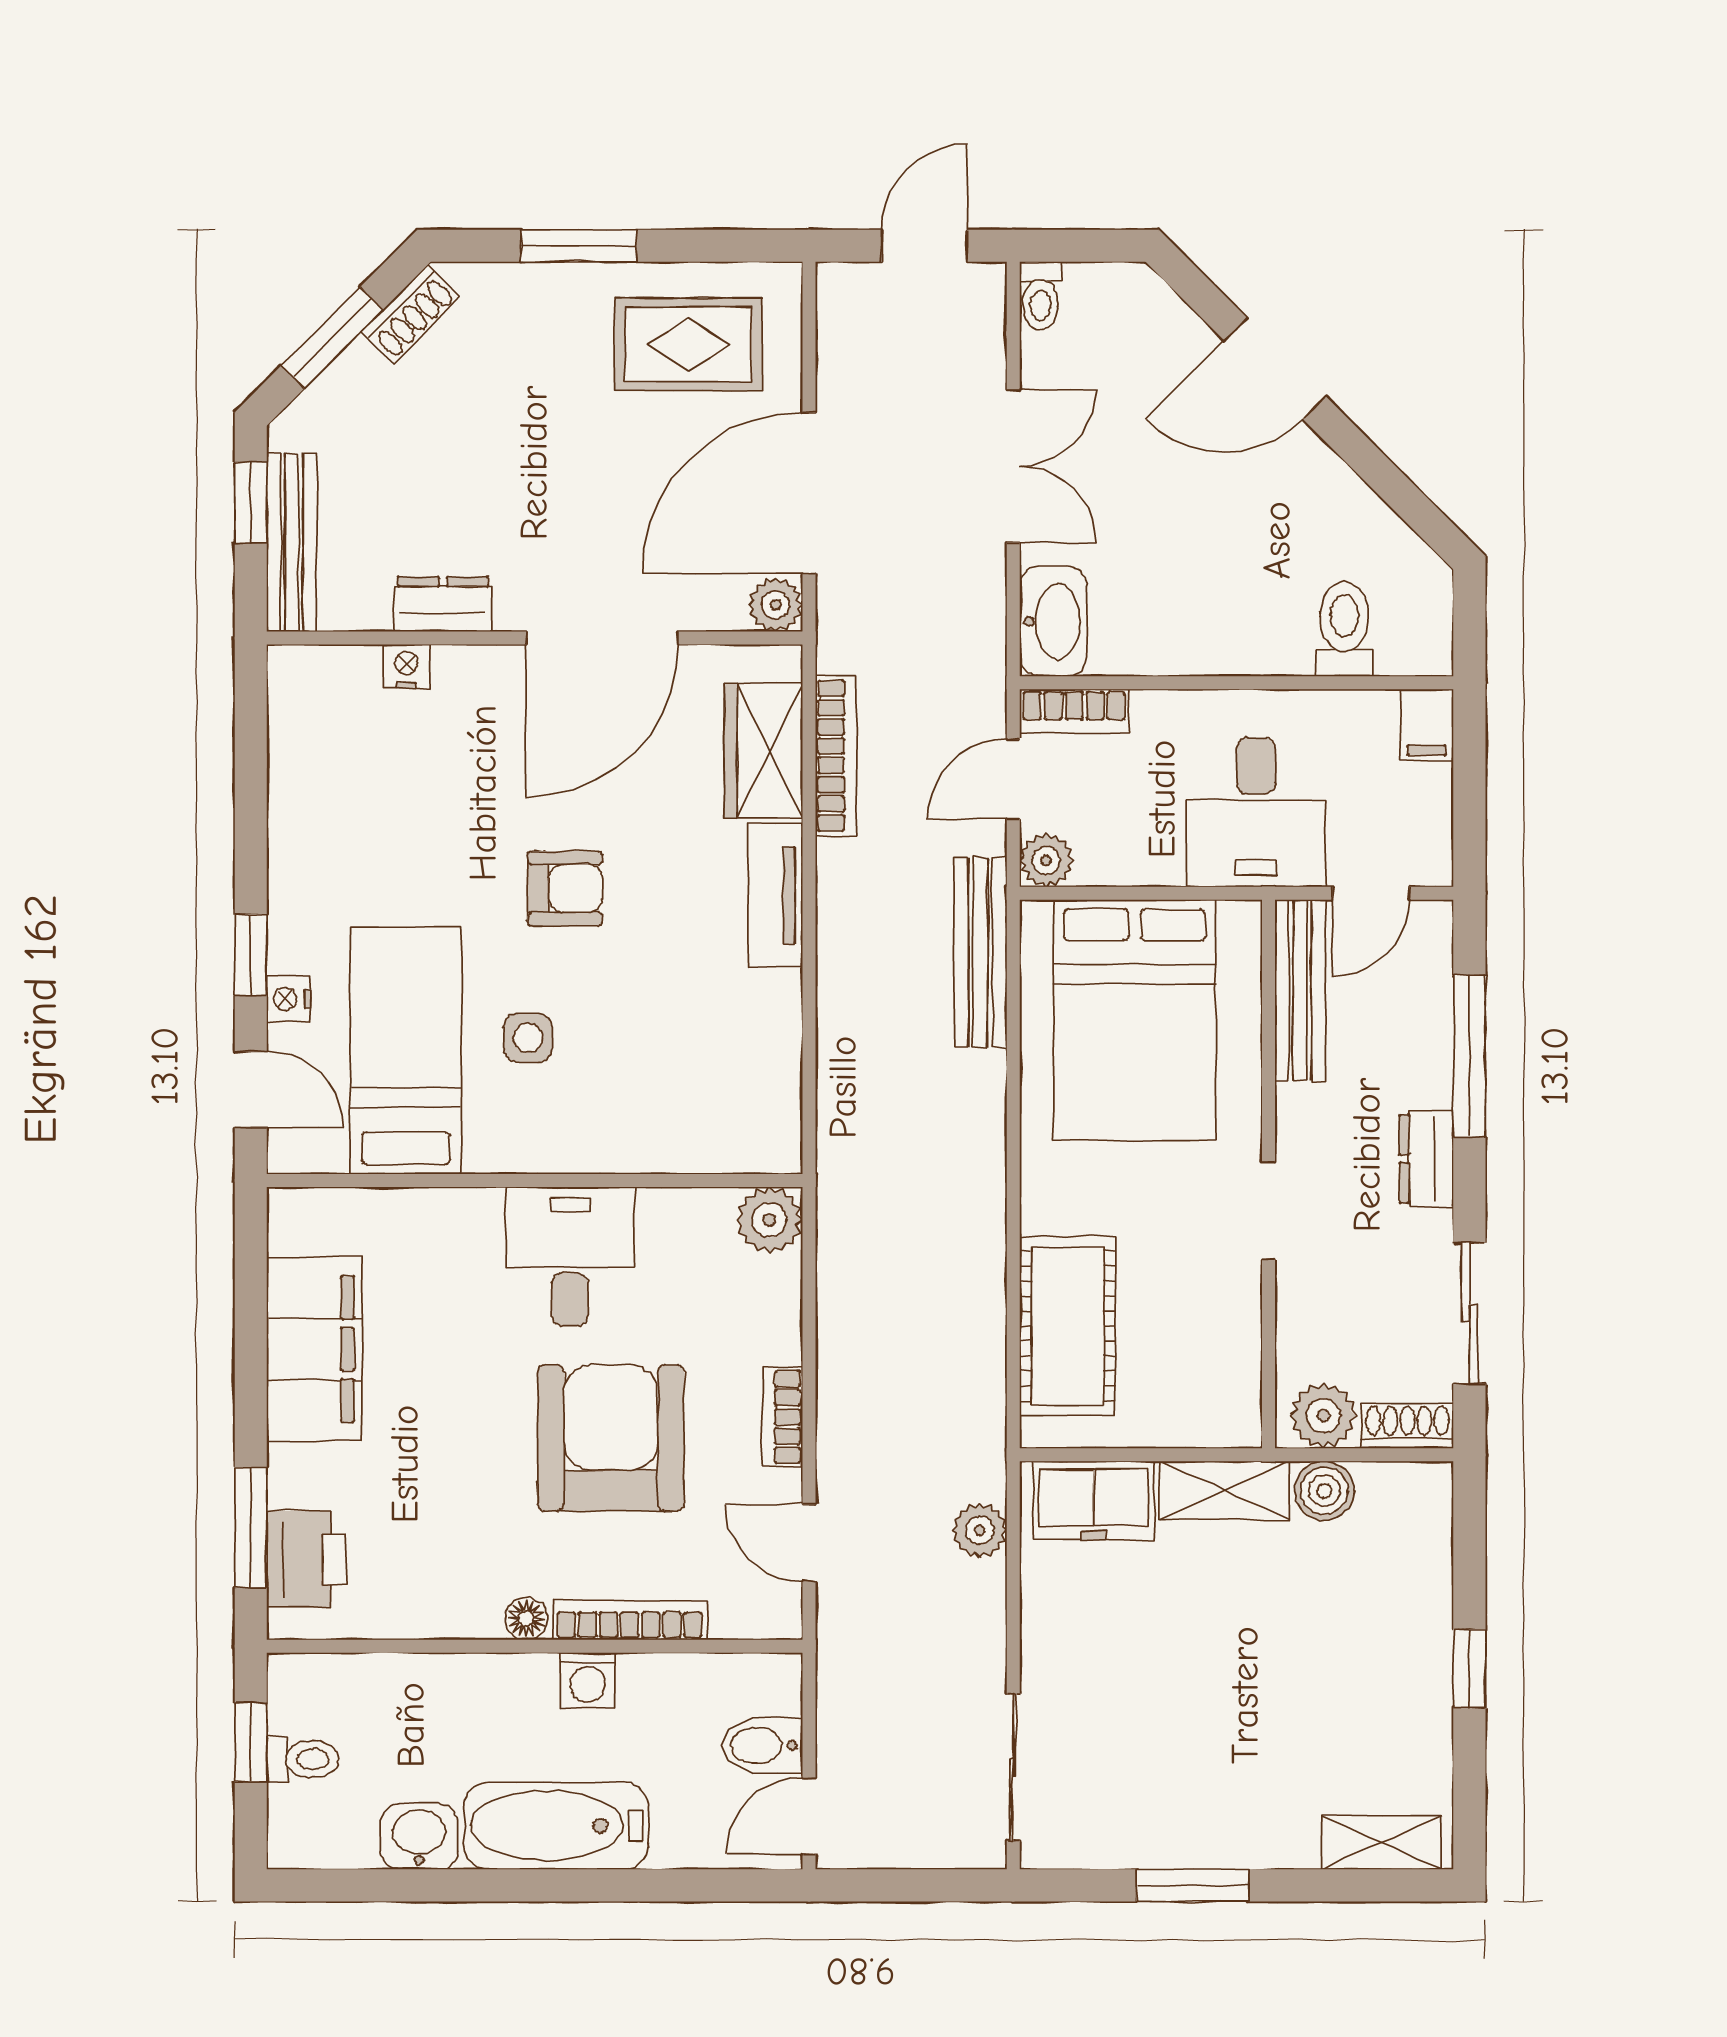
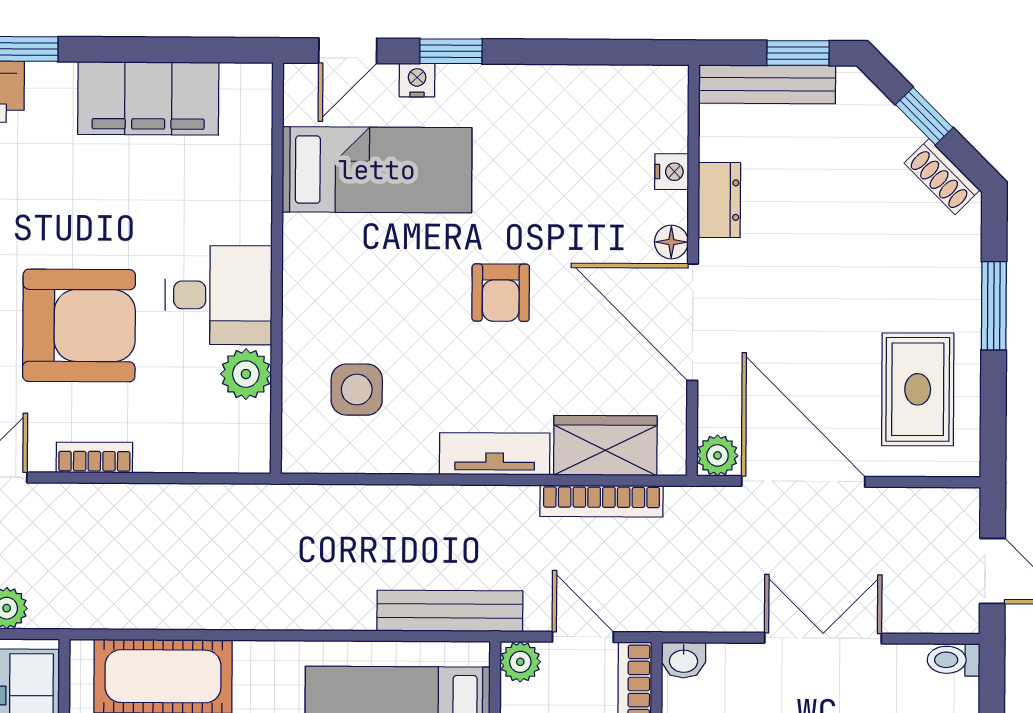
window: (332, 338) -> (924, 116), width x0.67
double door: (1013, 466) -> (823, 638), swing flipped
washbasin: (1053, 621) -> (684, 660), width x0.52, depth x0.69
floor lamp: (498, 666) -> (671, 242), added
side table: (528, 1038) -> (357, 390), moved, width x1.37, depth x1.37
plant: (769, 1220) -> (246, 374), moved

